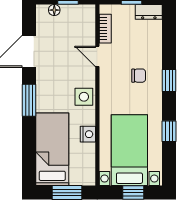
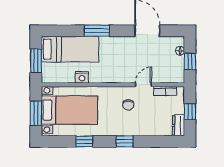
chair: (139, 76) -> (128, 105), moved
side table: (84, 97) -> (112, 74), removed
window: (29, 100) -> (97, 31), moved
window: (133, 193) -> (36, 113), width x1.50

